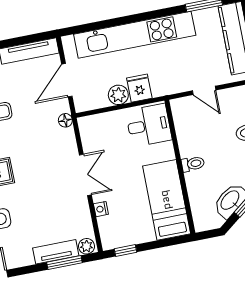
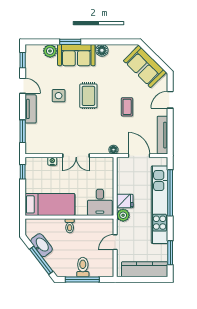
window: (114, 22) -> (170, 193), added
plant: (118, 95) -> (123, 215), moved
plant: (87, 246) -> (30, 147), removed
tv unit: (56, 252) -> (31, 109), moved

